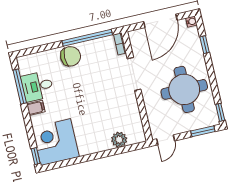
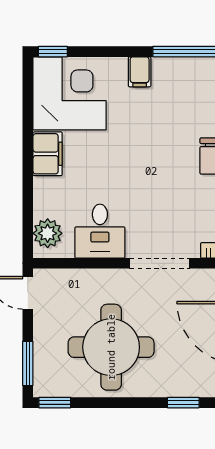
desk: (37, 86) -> (100, 231), moved, turned 180
plant: (119, 140) -> (48, 233), moved
filing cabinet: (90, 146) -> (48, 154), added

